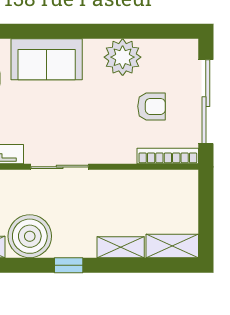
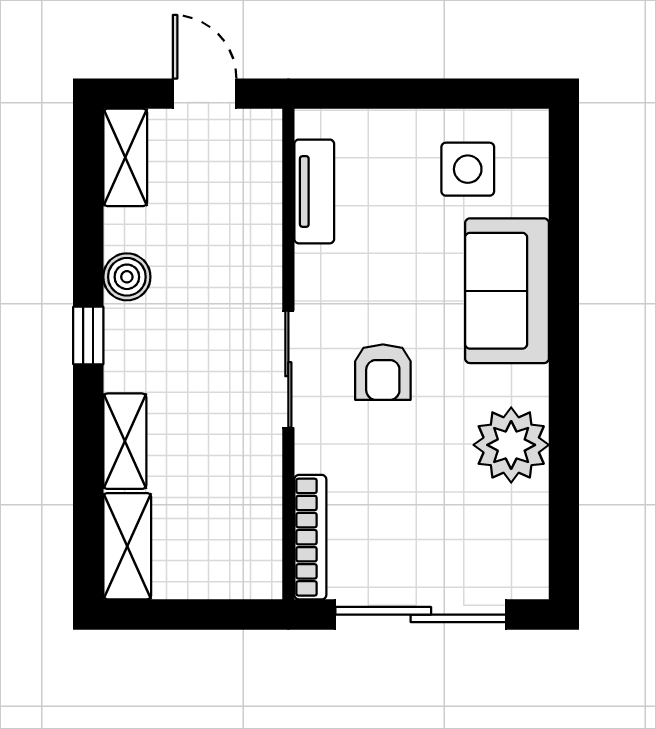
armchair: (151, 106) -> (383, 372), moved
sliding door: (60, 167) -> (288, 369), moved
boiler: (30, 236) -> (127, 277), width x0.54, depth x0.54

